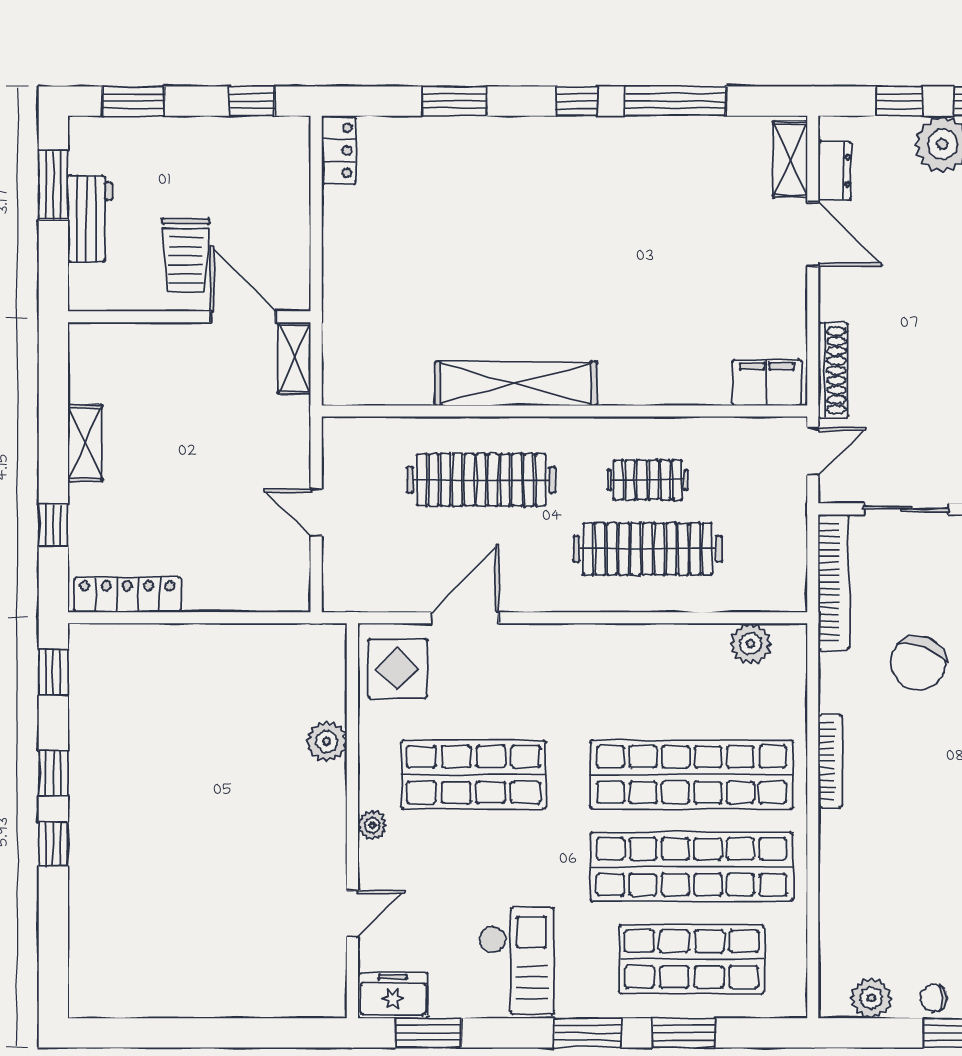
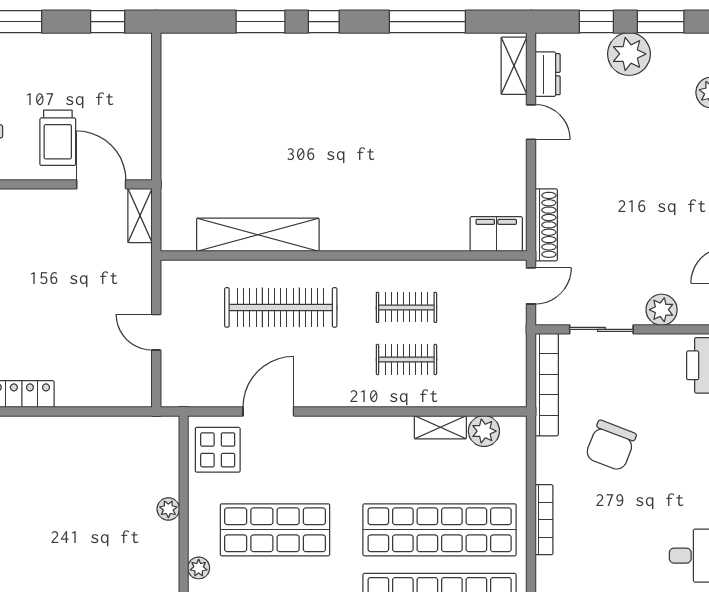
window: (577, 101) -> (324, 22), moved
locker: (339, 150) -> (173, 59), removed
door: (813, 234) -> (531, 122), width x0.73
shelving: (516, 383) -> (258, 235), moved
clothes rail: (648, 549) -> (406, 359), width x0.54, depth x0.76
shelving: (693, 639) -> (440, 427), added
plant: (326, 741) -> (168, 509), width x0.73, depth x0.73

